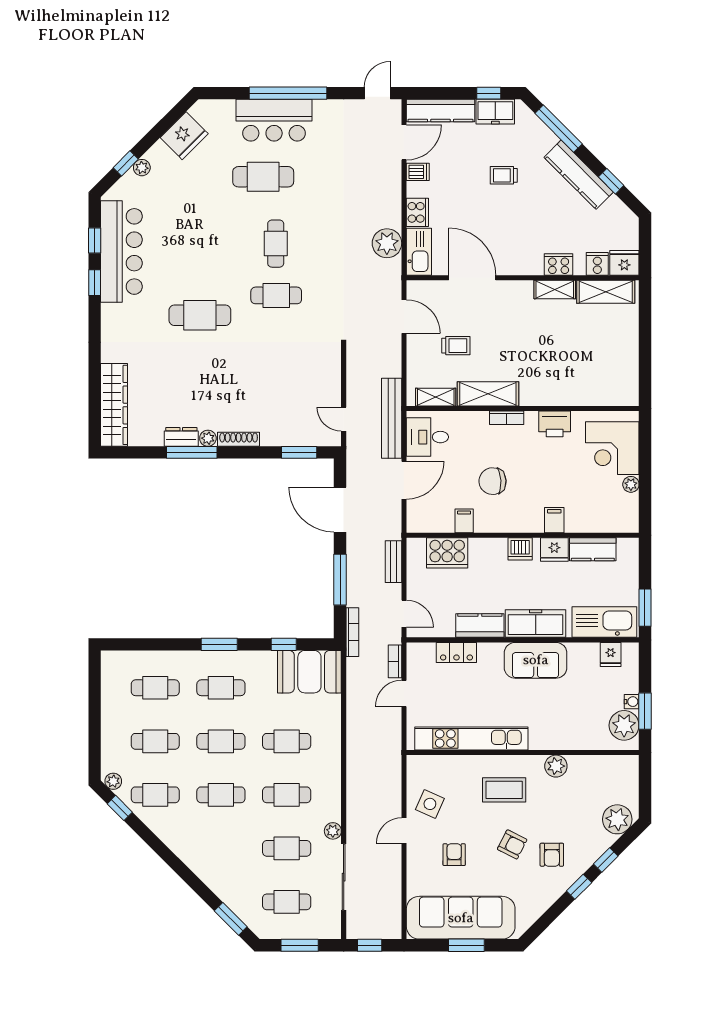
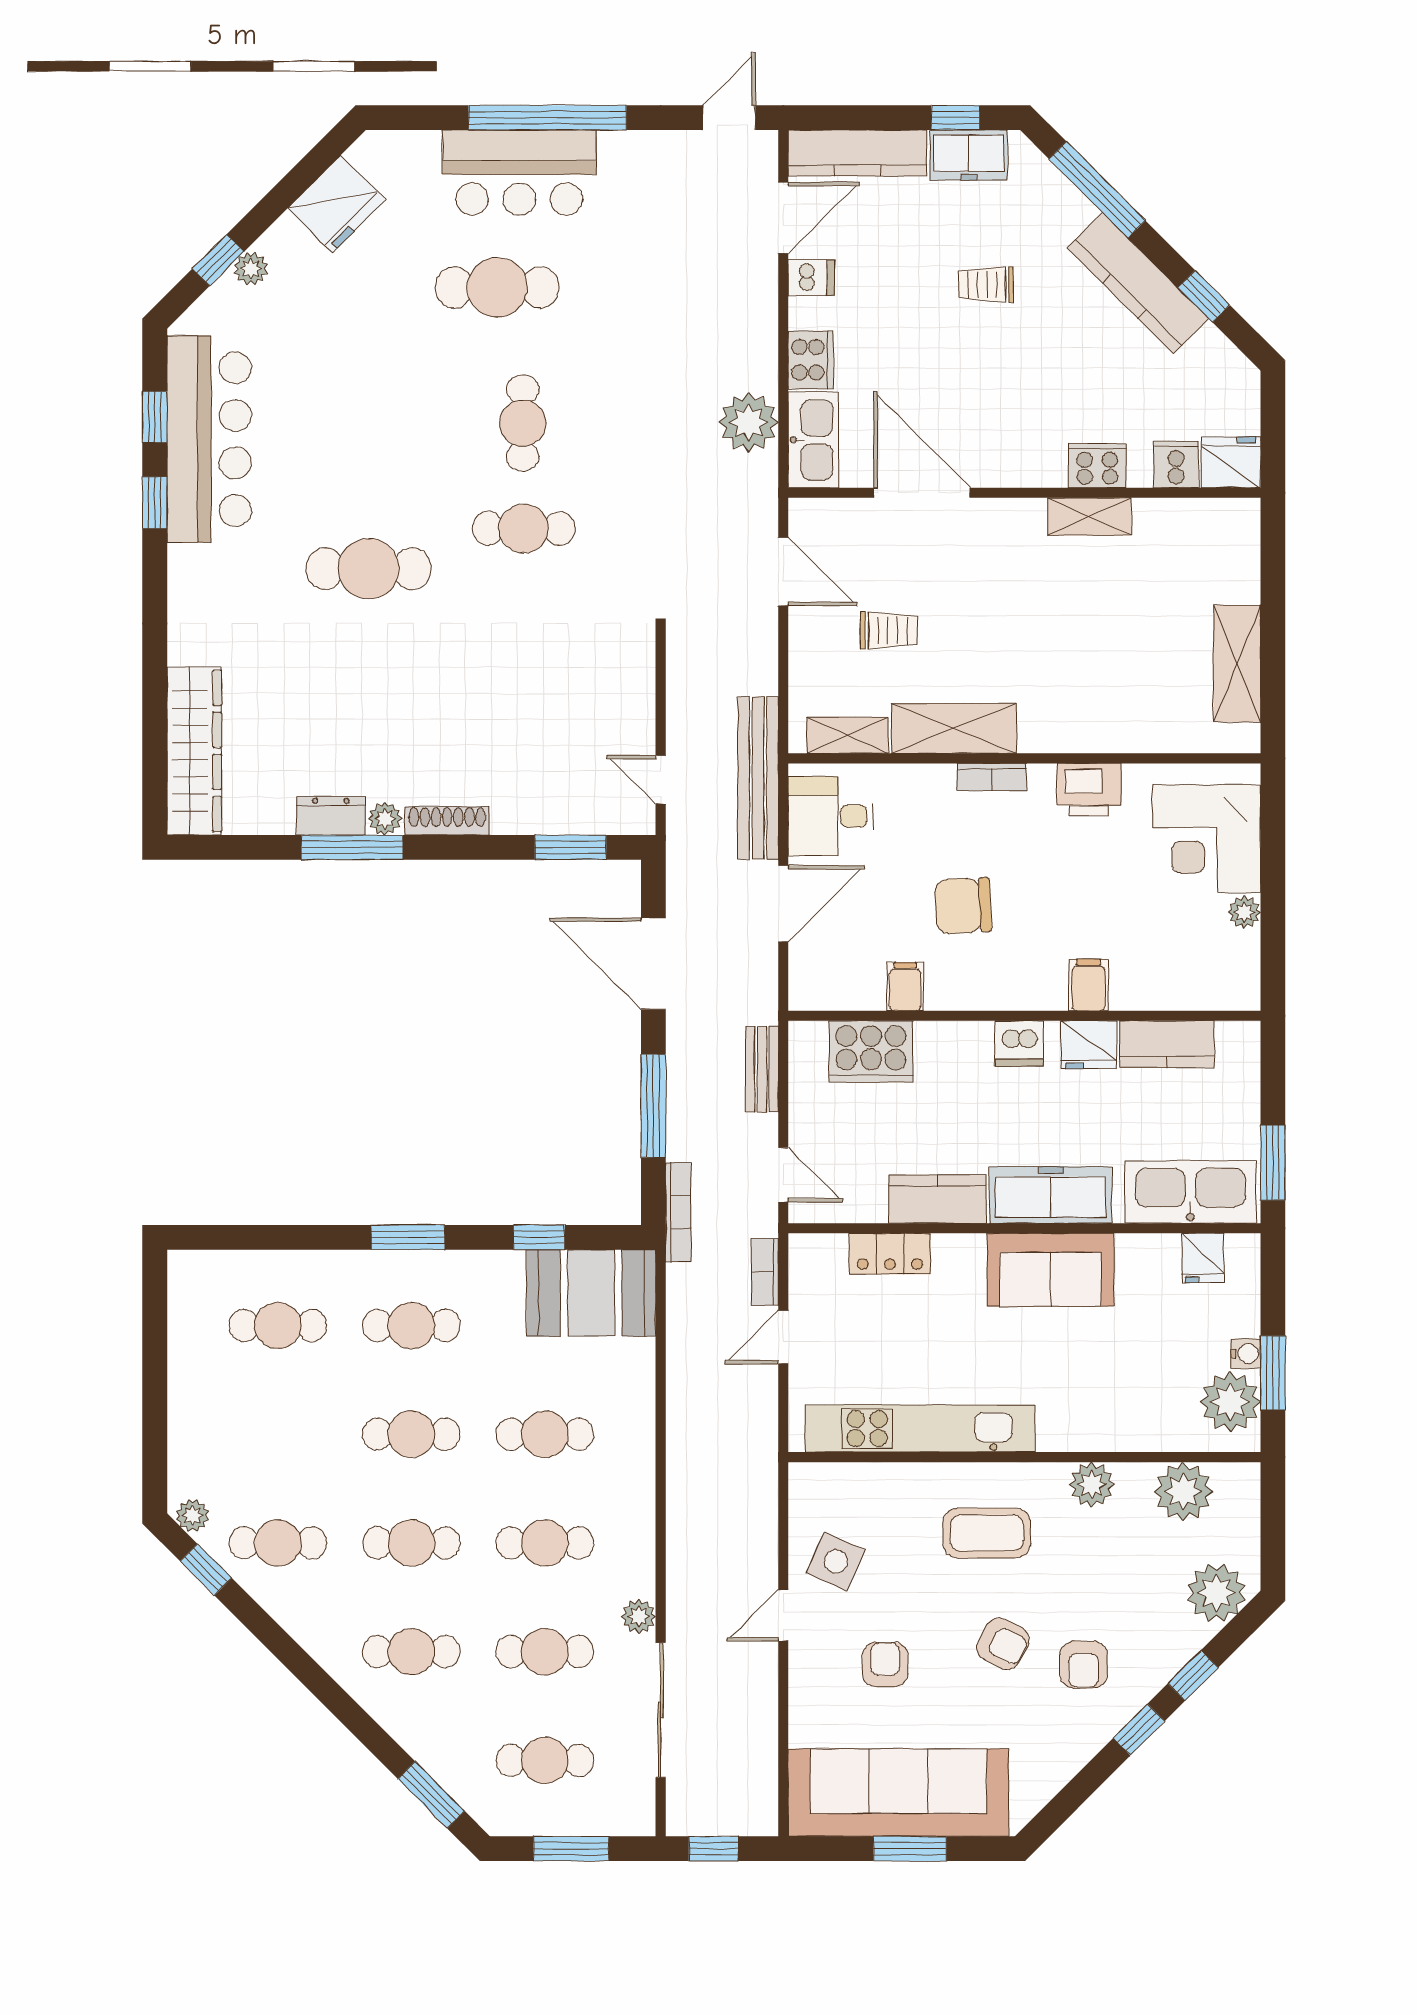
shelving: (606, 292) -> (1237, 664), moved, turned 90
cafe table: (155, 741) -> (411, 1652), moved
plant: (601, 770) -> (1183, 1492), added

